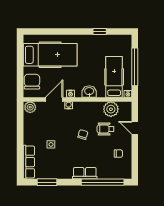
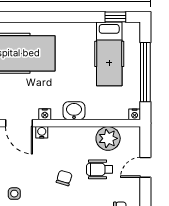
window: (100, 32) -> (115, 17), moved
hospital bed: (114, 77) -> (109, 54), moved, turned 180
door: (54, 99) -> (19, 123), swing flipped
door: (135, 128) -> (145, 167), hinge flipped

